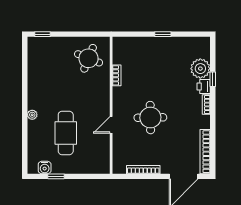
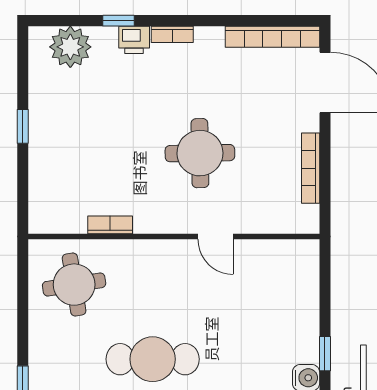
round table: (89, 58) -> (74, 285), turned -31
plant: (200, 69) -> (70, 47), moved
cafe table: (66, 133) -> (153, 359), moved

